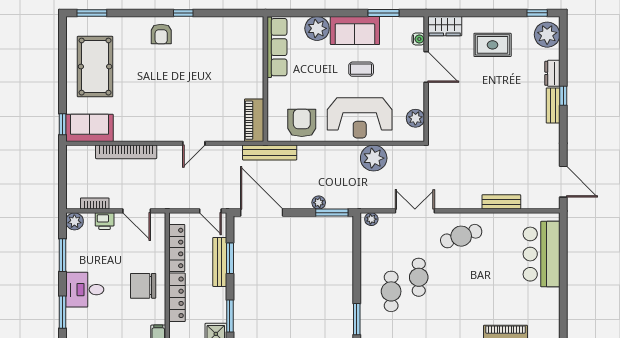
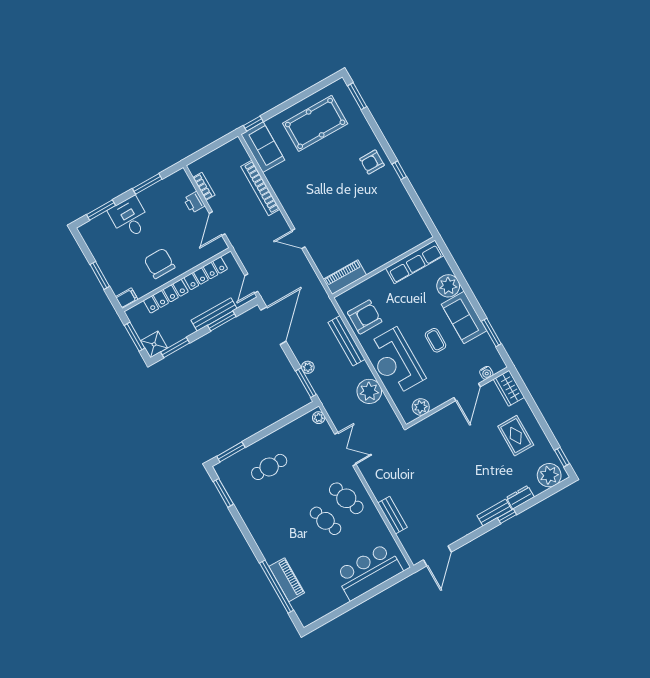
bench: (270, 153) -> (346, 341), moved
plant: (74, 221) -> (180, 178), removed
cafe table: (419, 277) -> (325, 521), moved, turned 70

